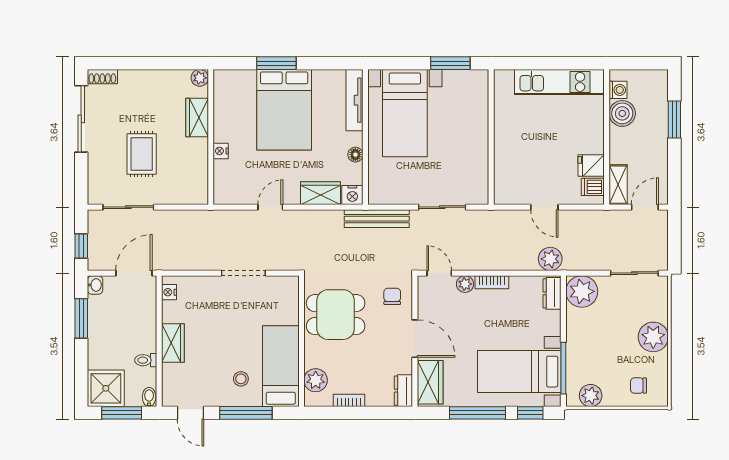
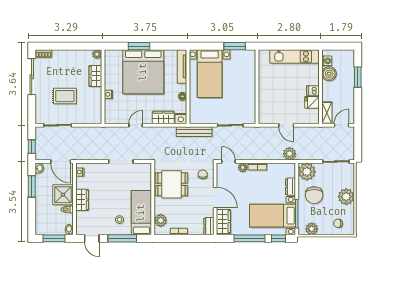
bed: (284, 110) -> (143, 72), width x1.36
rug: (142, 154) -> (65, 96), turned 90
dishwasher: (593, 187) -> (313, 91), moved
door: (134, 273) -> (61, 162), swing flipped
dresser: (552, 293) -> (290, 187), moved
chair: (595, 334) -> (314, 195), added
shower: (106, 388) -> (63, 195), moved

